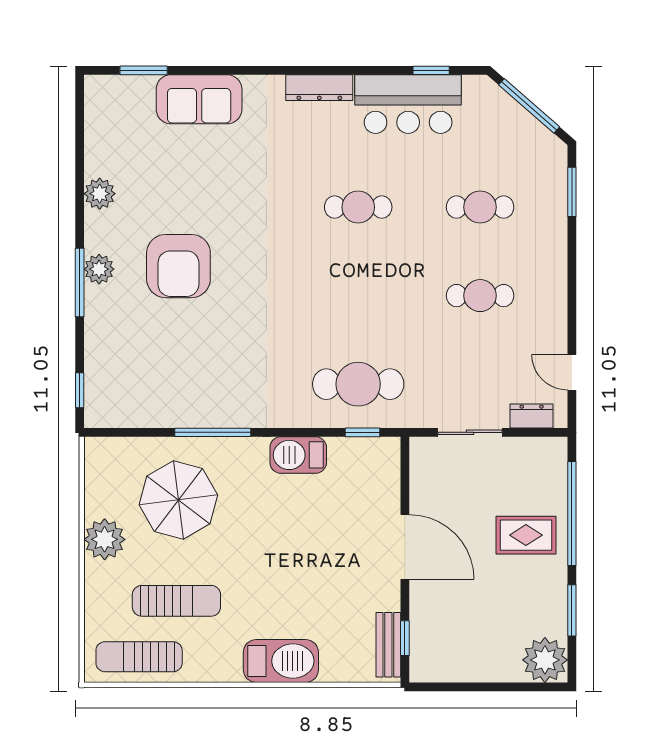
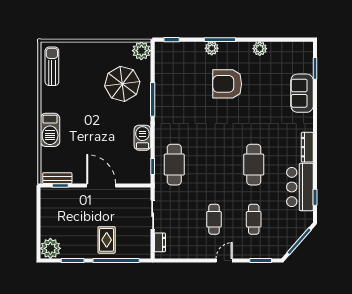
cafe table: (358, 207) -> (254, 165), width x1.37, depth x1.35
plant: (99, 269) -> (212, 48), moved
door: (572, 372) -> (224, 260), moved
plant: (105, 539) -> (141, 51), moved
door: (405, 547) -> (101, 186), swing flipped
sun lounger: (176, 601) -> (77, 83), removed

